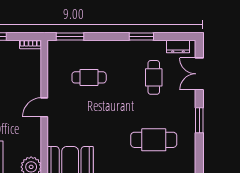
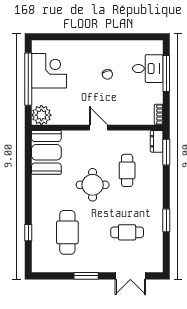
dresser: (178, 47) -> (157, 141), moved
double door: (199, 74) -> (130, 276), swing flipped
round table: (104, 113) -> (93, 185), added

